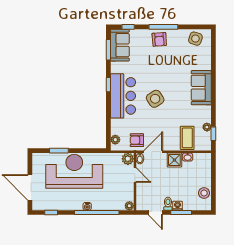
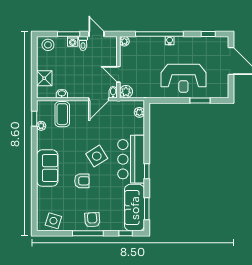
sofa: (120, 45) -> (135, 208), width x1.36
armchair: (137, 140) -> (82, 181), moved
shower: (174, 160) -> (44, 78), moved
reception desk: (74, 171) -> (183, 78), width x0.74, depth x0.77
stool: (204, 193) -> (48, 45), moved

